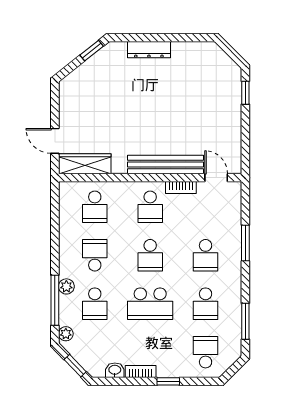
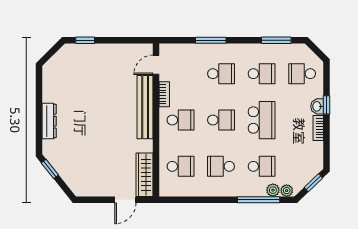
plant: (66, 286) -> (273, 190), moved
washbasin: (115, 370) -> (317, 106), moved

